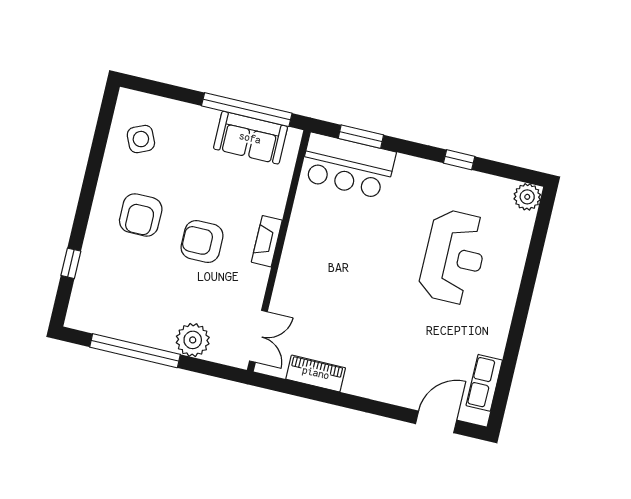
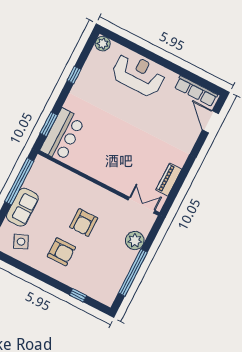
sofa: (250, 138) -> (22, 207), moved
fireplace: (267, 241) -> (92, 188), removed
reception desk: (454, 257) -> (138, 74), moved
row of seats: (484, 383) -> (196, 91), width x1.48

